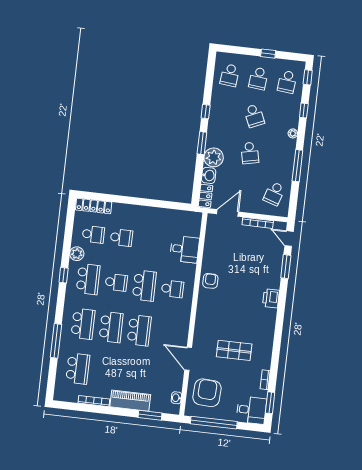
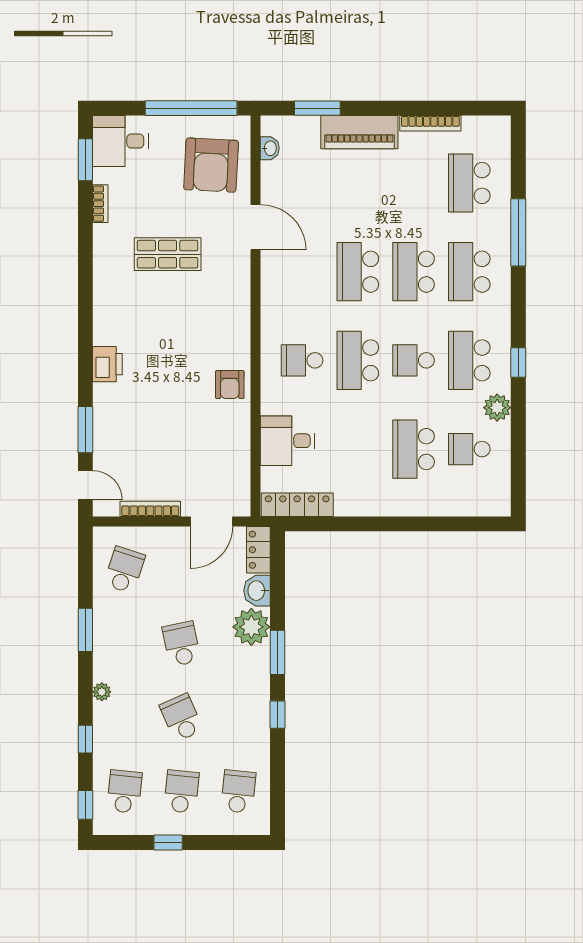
window: (297, 166) -> (85, 630), width x0.69
locker: (94, 206) -> (297, 505), moved
school desk: (121, 238) -> (414, 449), width x1.85

